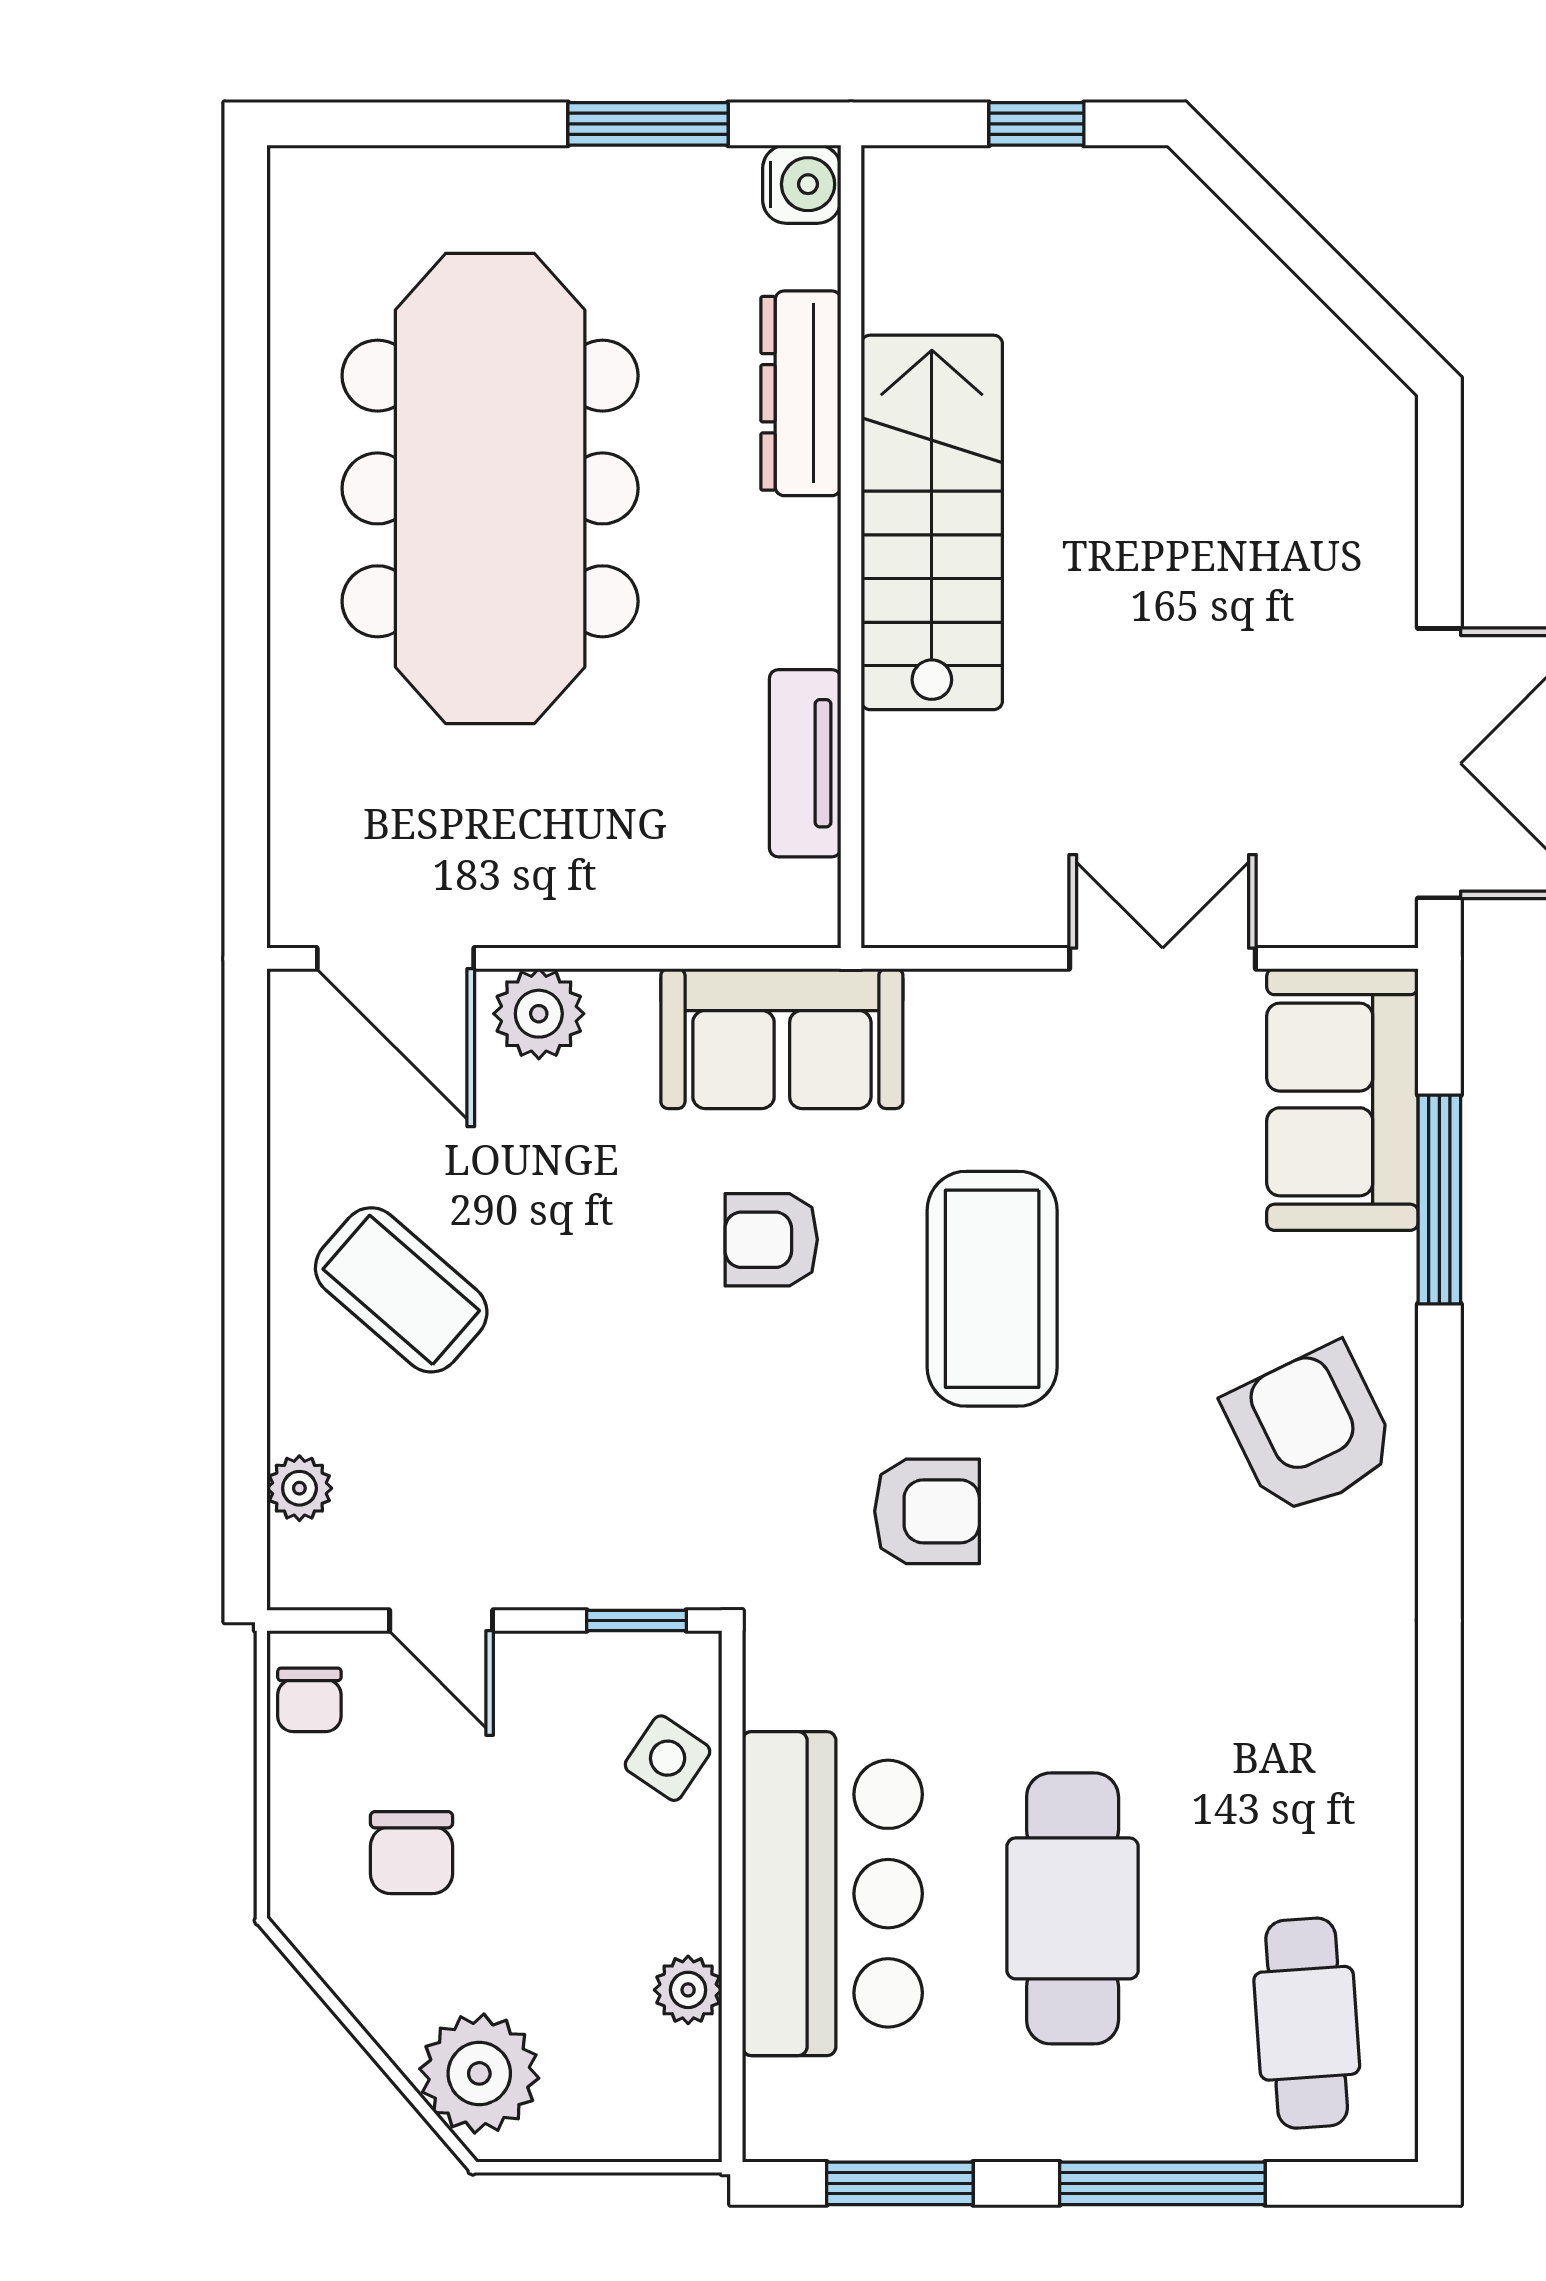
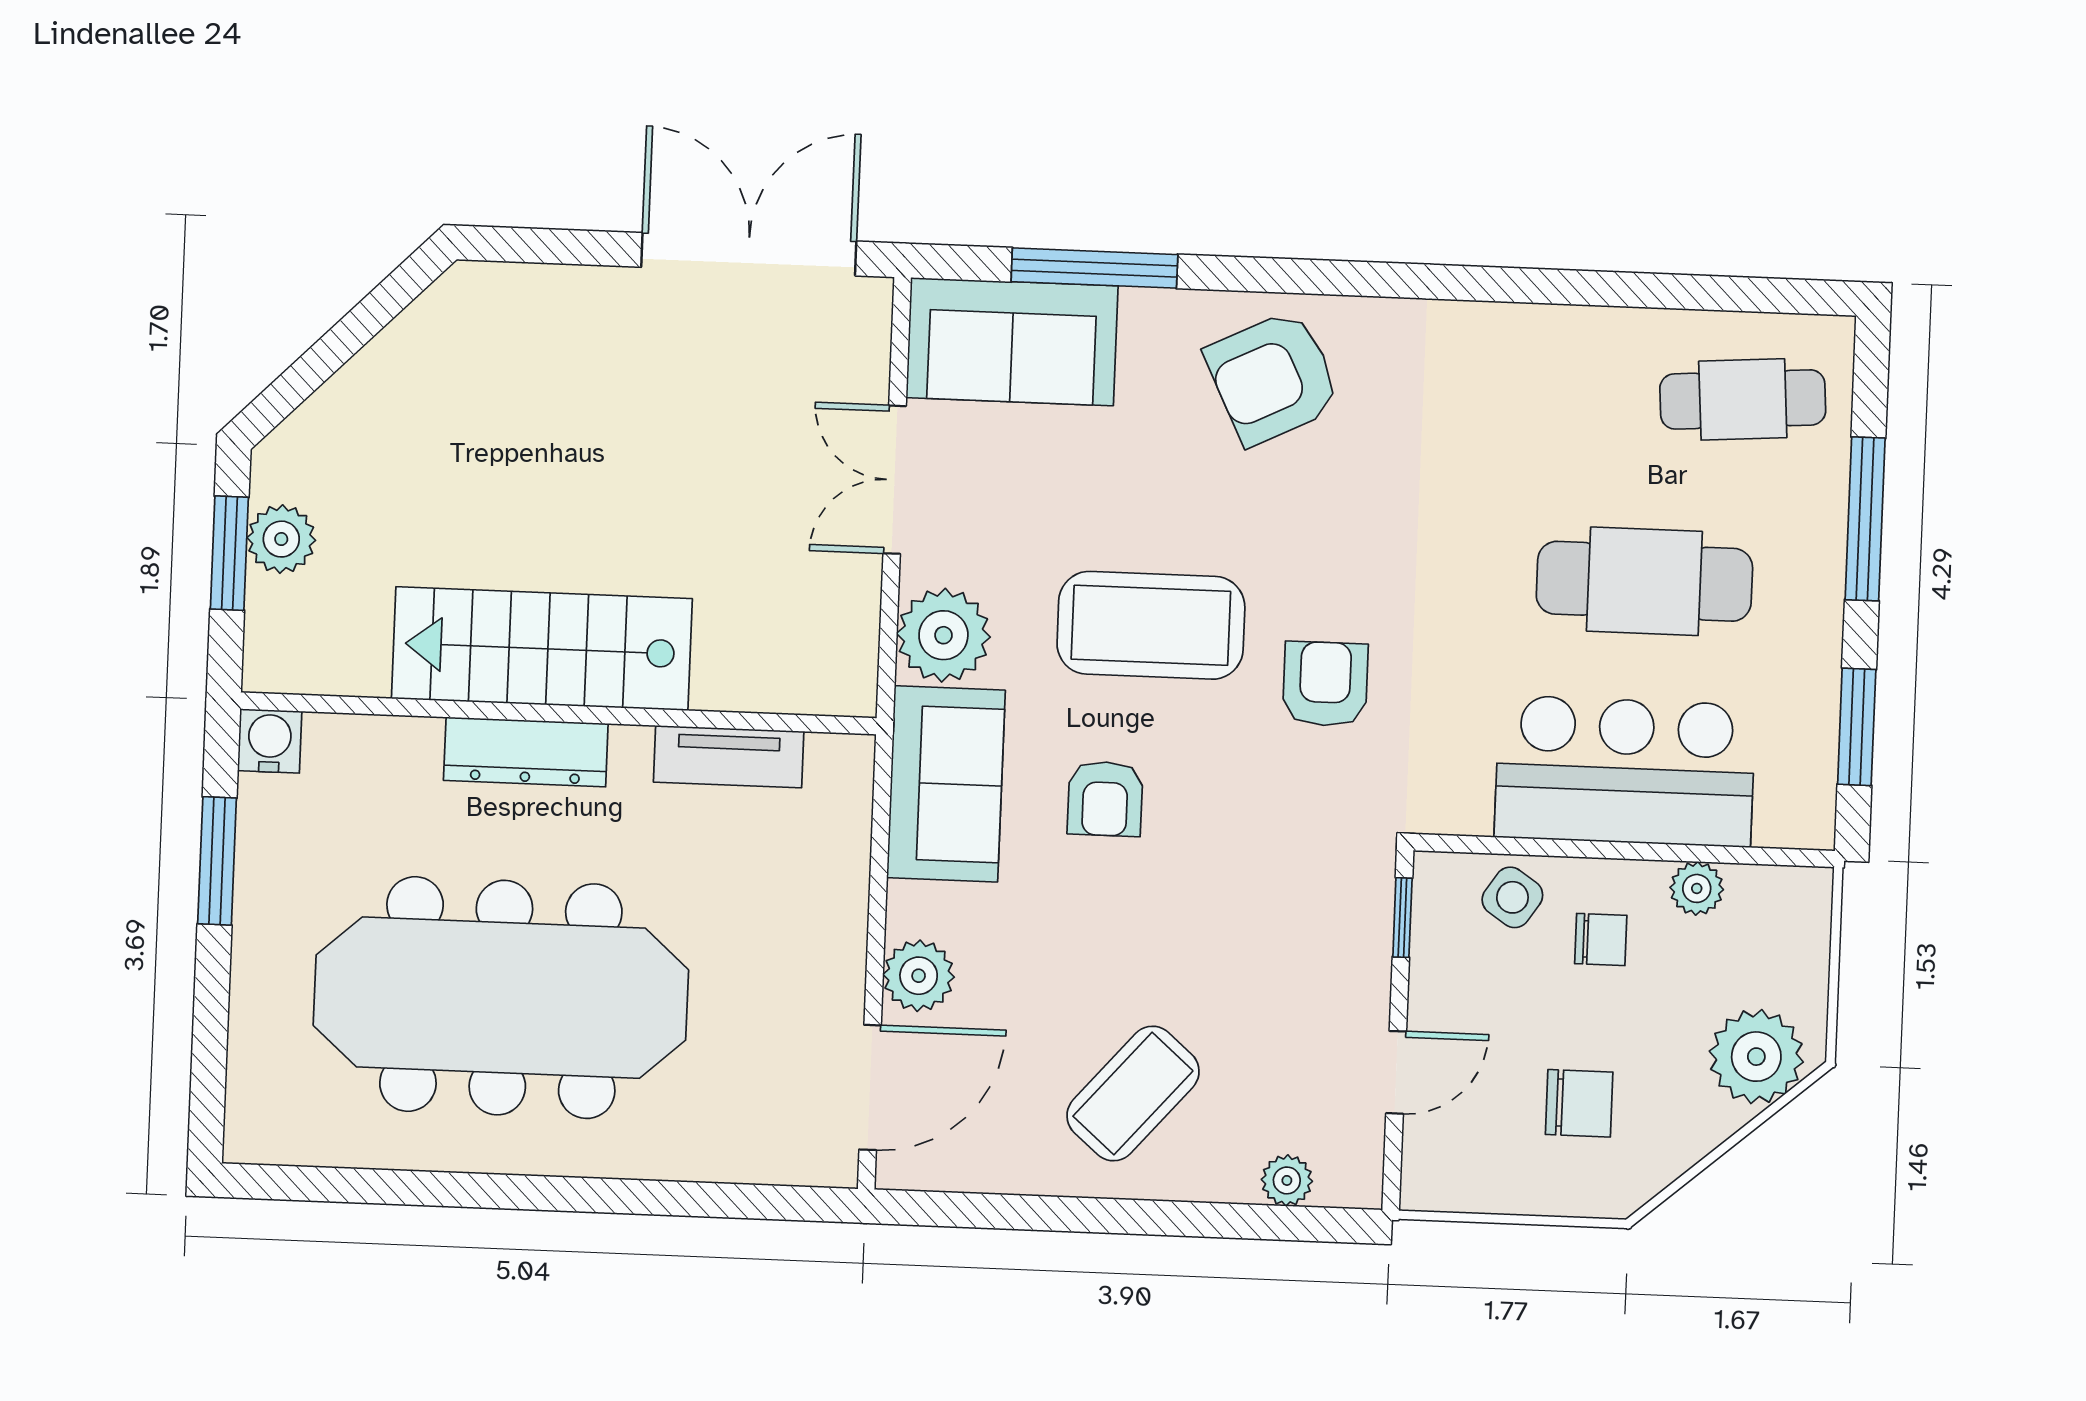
window: (1036, 124) -> (229, 553), width x1.50
plant: (1057, 188) -> (281, 539), added
dresser: (801, 393) -> (526, 752), moved
plant: (969, 1028) -> (943, 635), added
chair: (309, 1700) -> (1601, 939), moved

